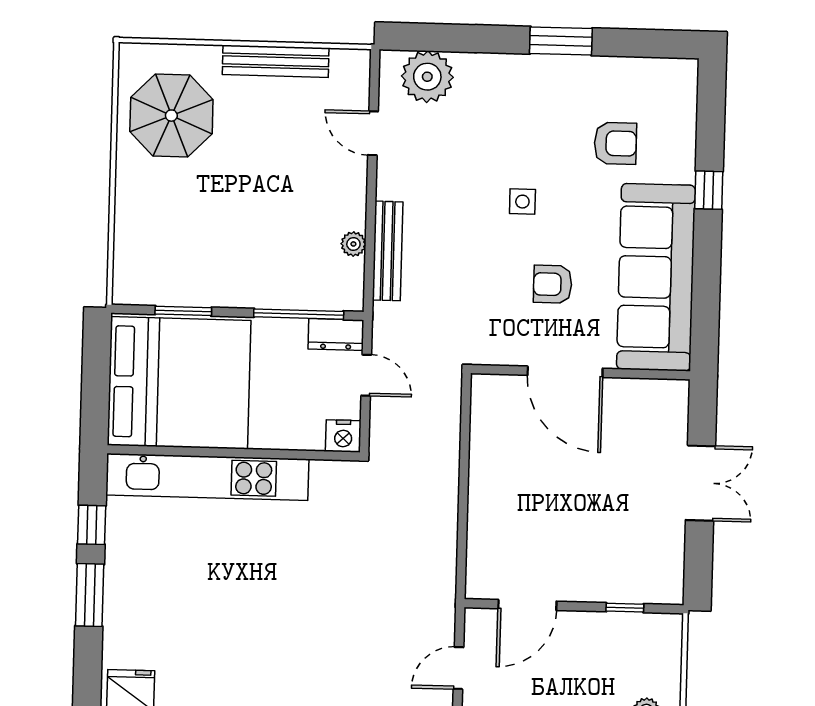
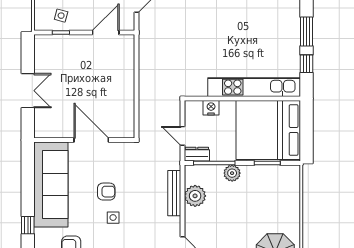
plant: (353, 244) -> (195, 196), width x1.88, depth x1.88
armchair: (553, 284) -> (106, 192), moved
plant: (260, 291) -> (232, 173), added
nightstand: (343, 436) -> (211, 108), moved
double door: (701, 483) -> (28, 91), swing flipped
side table: (623, 645) -> (61, 16), added

